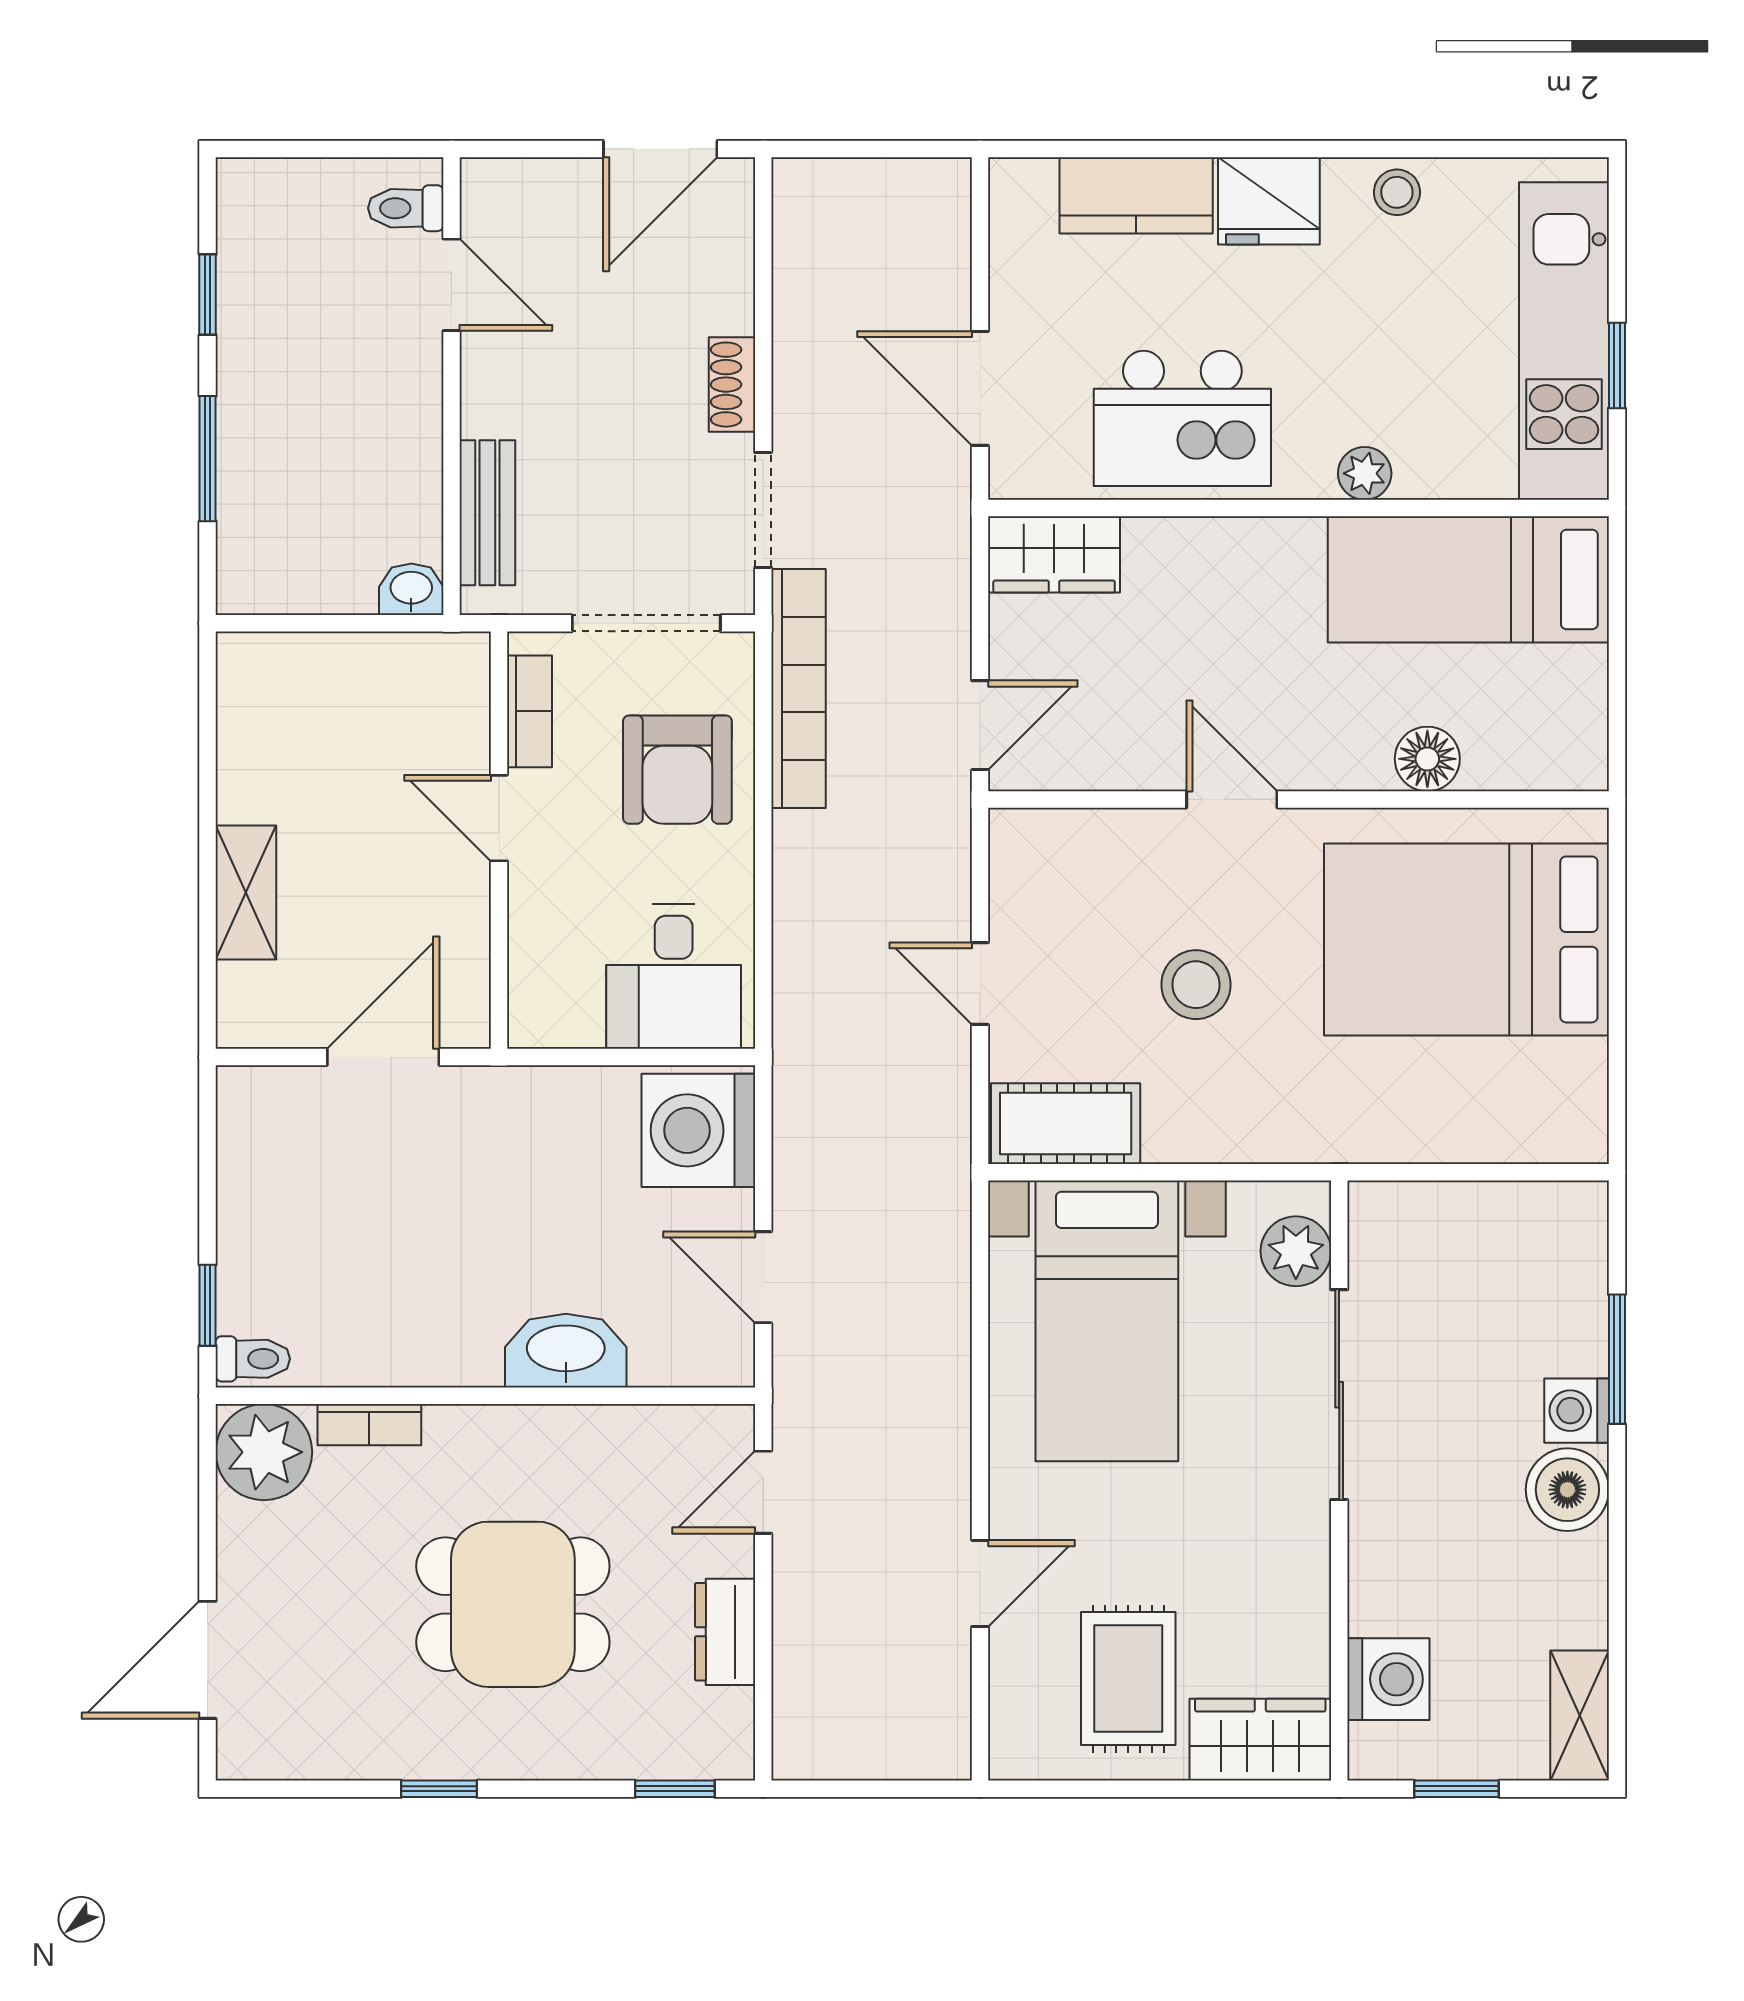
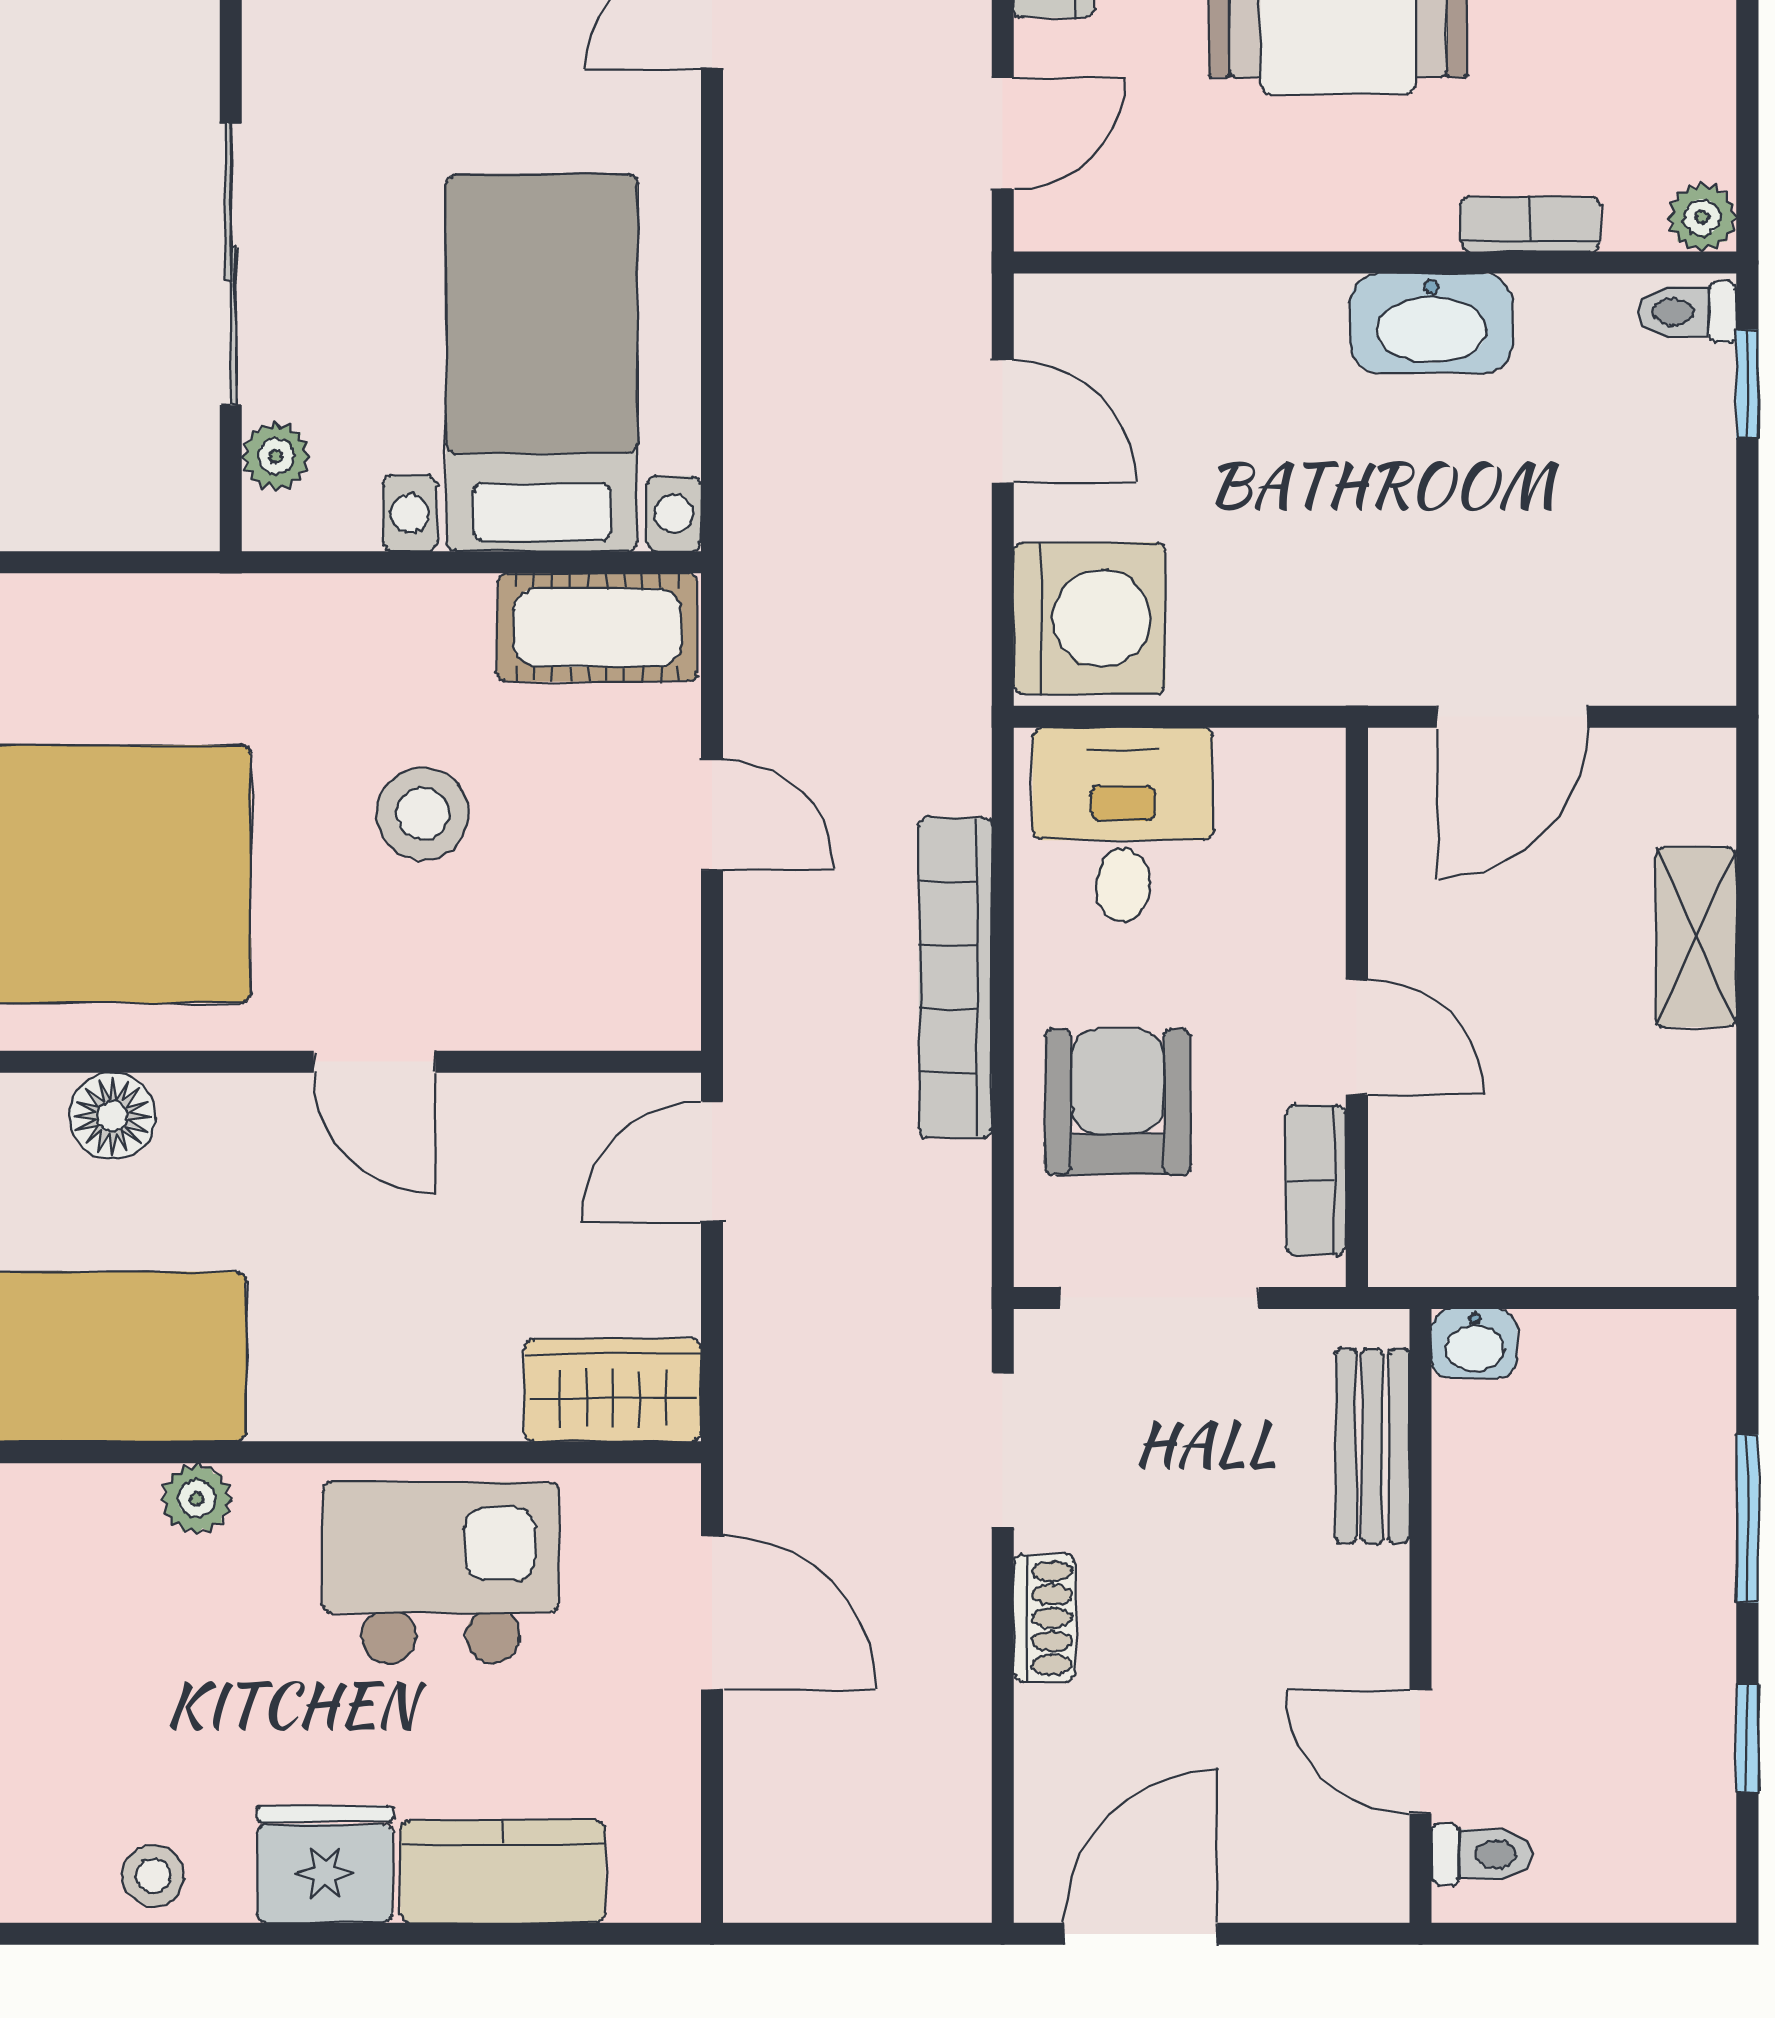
bookcase: (798, 688) -> (955, 977), moved
plant: (1296, 1251) -> (276, 456), width x0.73, depth x0.73
washbasin: (566, 1351) -> (1431, 323), moved
plant: (264, 1452) -> (1702, 217), width x0.53, depth x0.53

